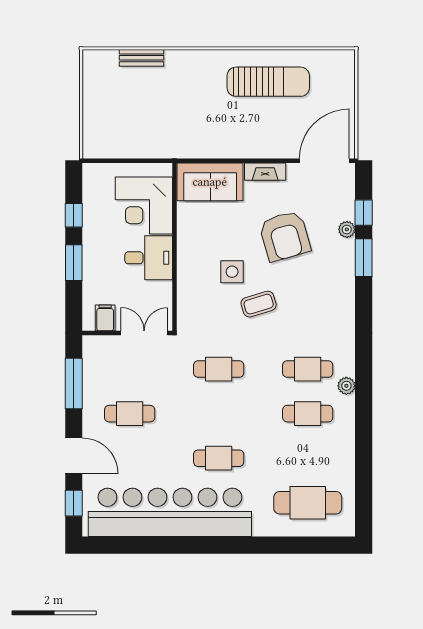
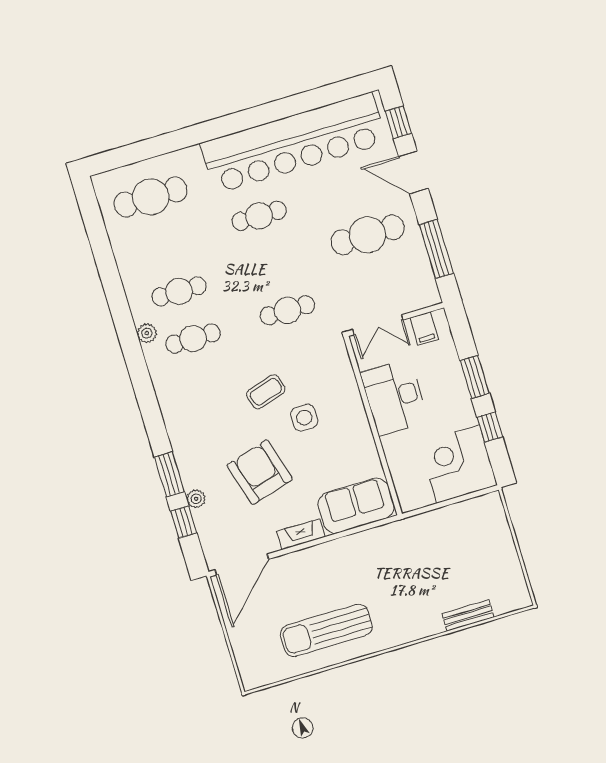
corner desk: (144, 205) -> (458, 464), moved, turned -90
desk: (149, 258) -> (394, 397), width x1.37
cafe table: (130, 414) -> (368, 235), width x1.37, depth x1.35

